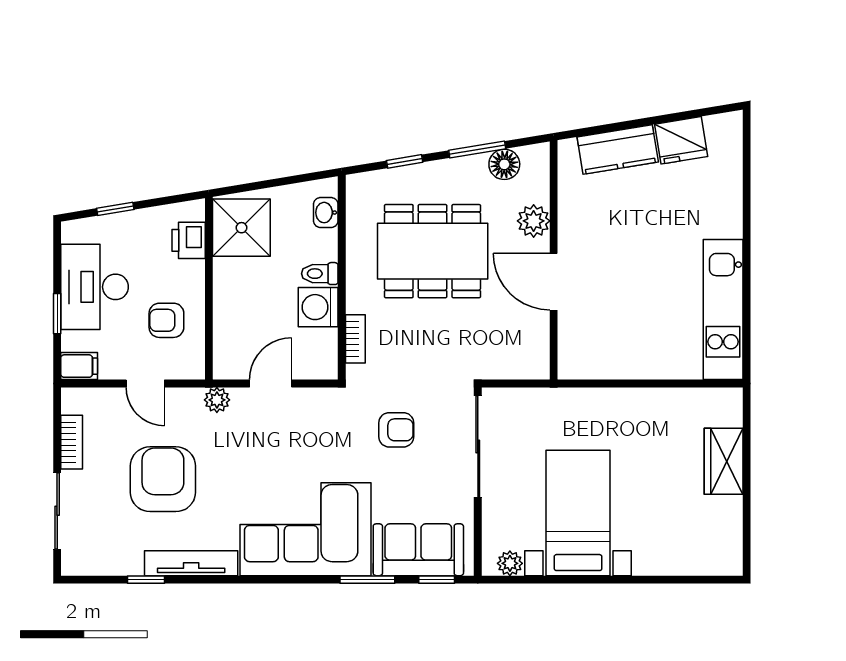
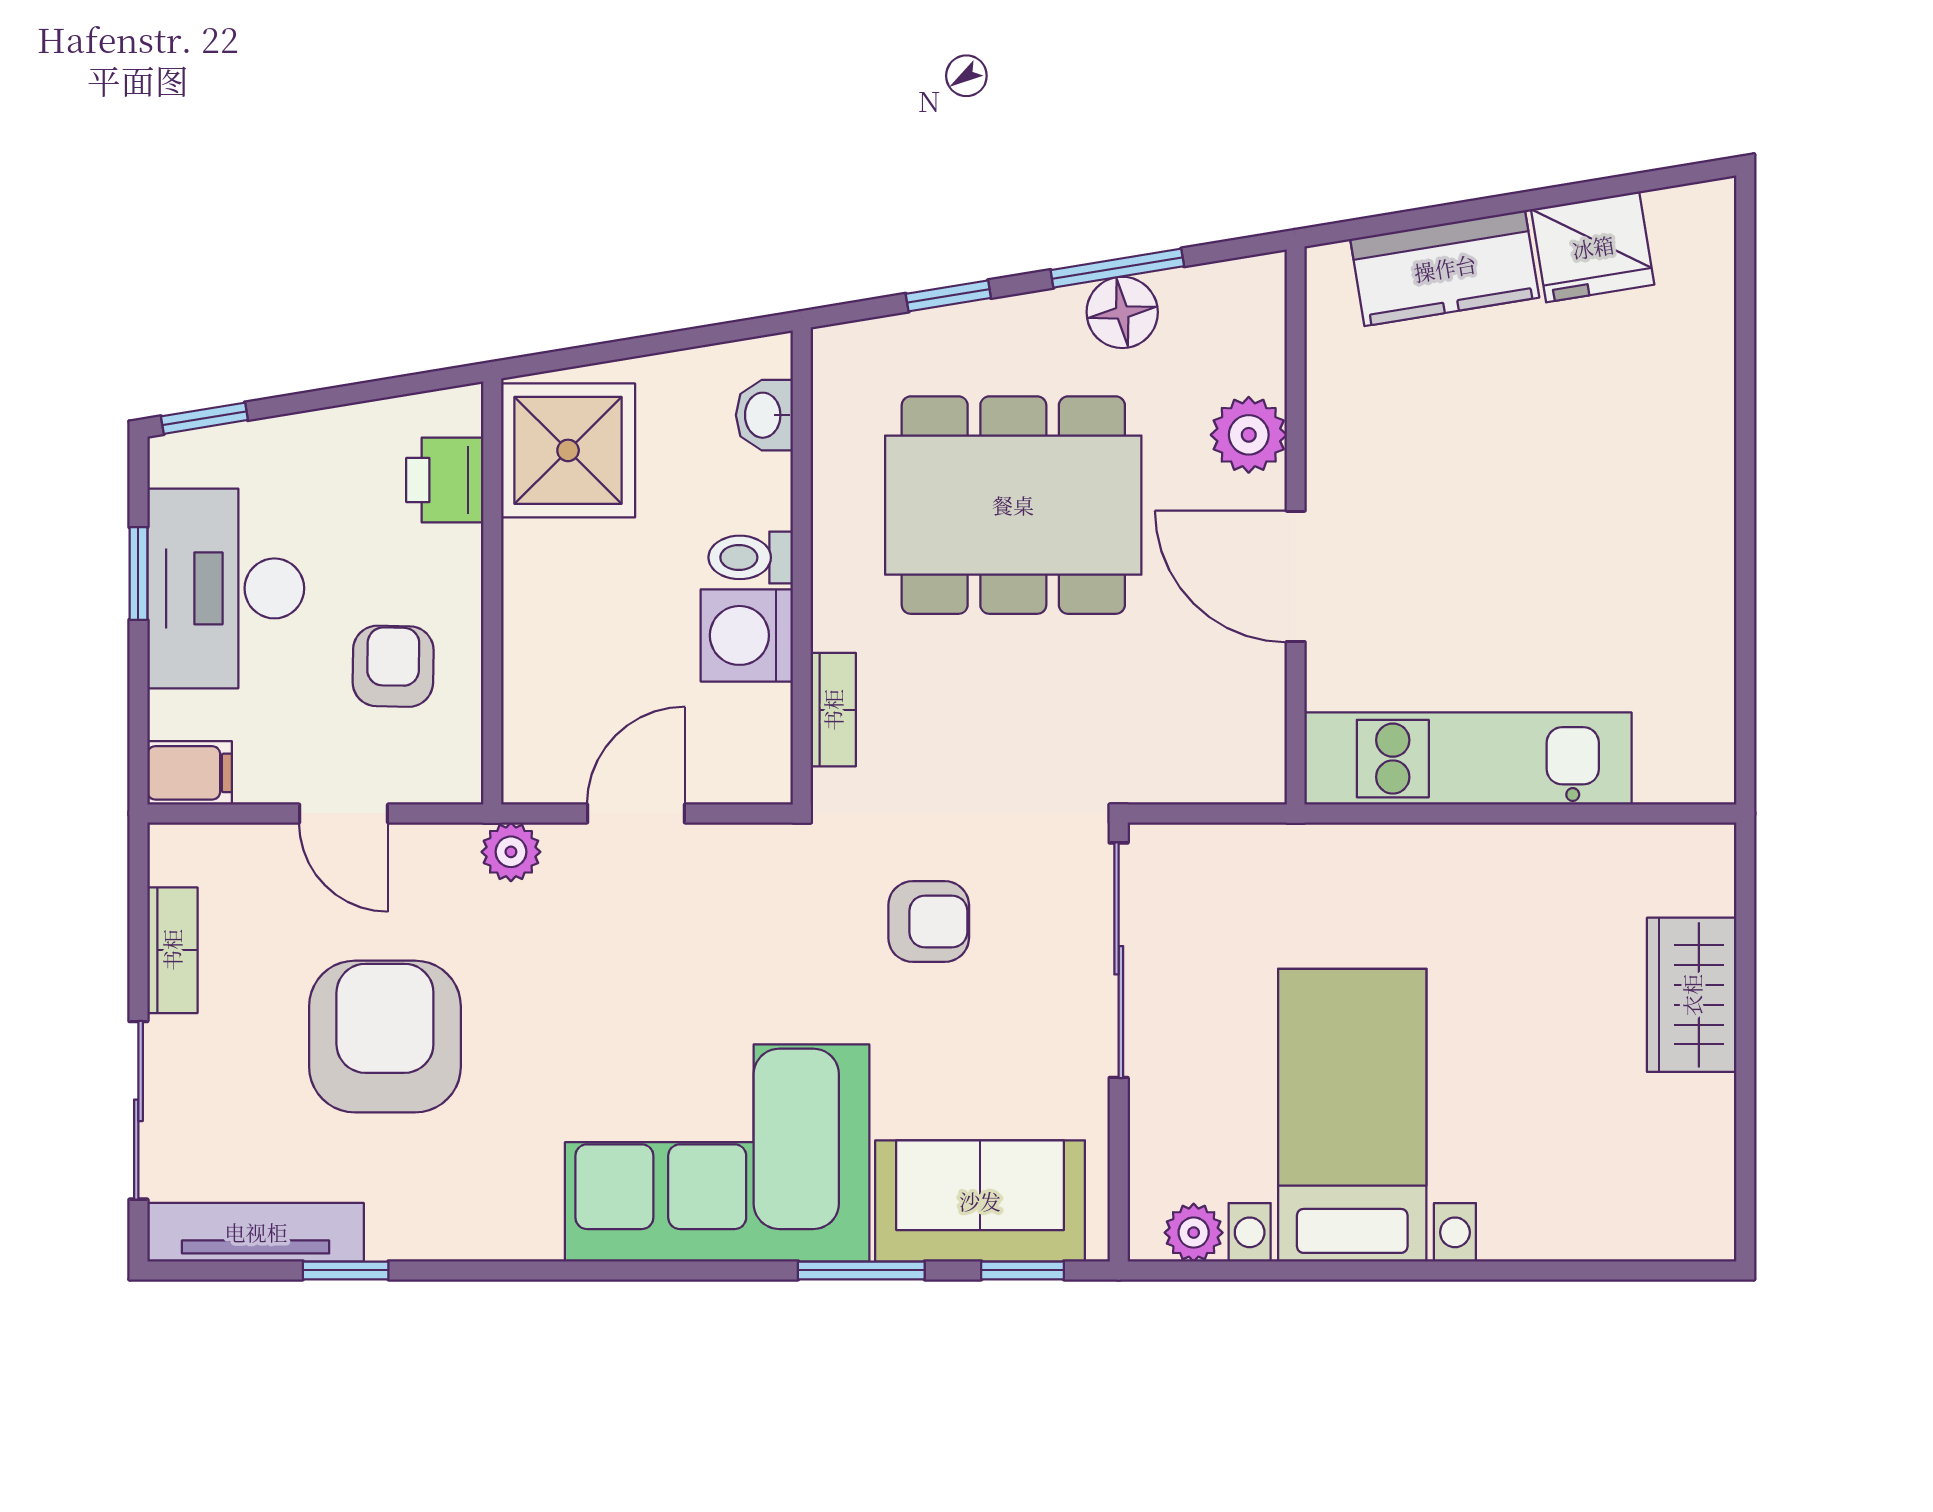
floor lamp: (504, 164) -> (1122, 312), moved
window: (115, 209) -> (204, 418), moved
kitchen unit: (723, 309) -> (1468, 759), moved, turned 90
window: (57, 314) -> (138, 574), moved
armchair: (166, 320) -> (393, 666), turned 91
tv unit: (191, 563) -> (256, 1232), moved

